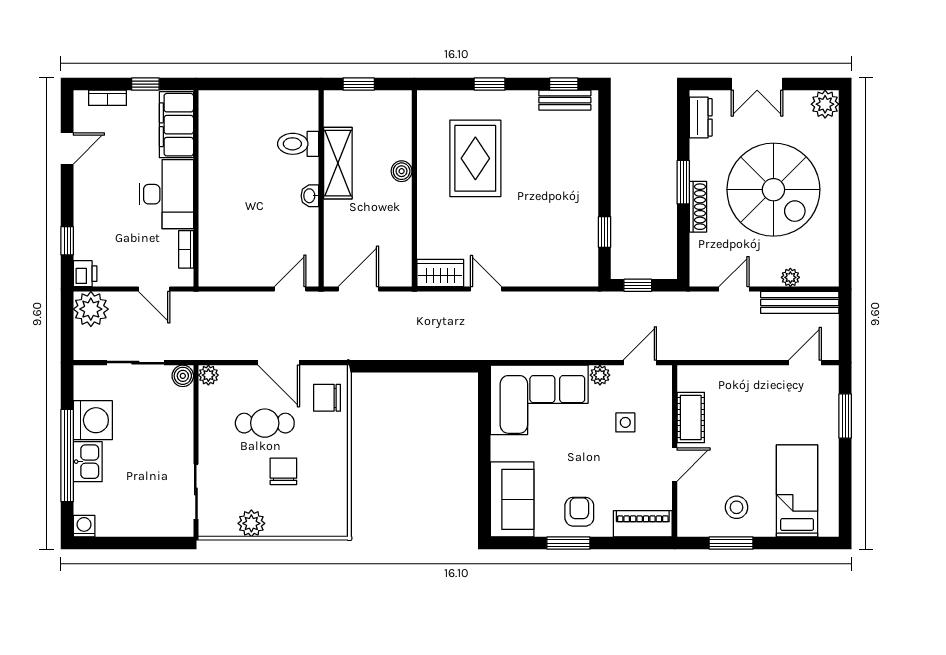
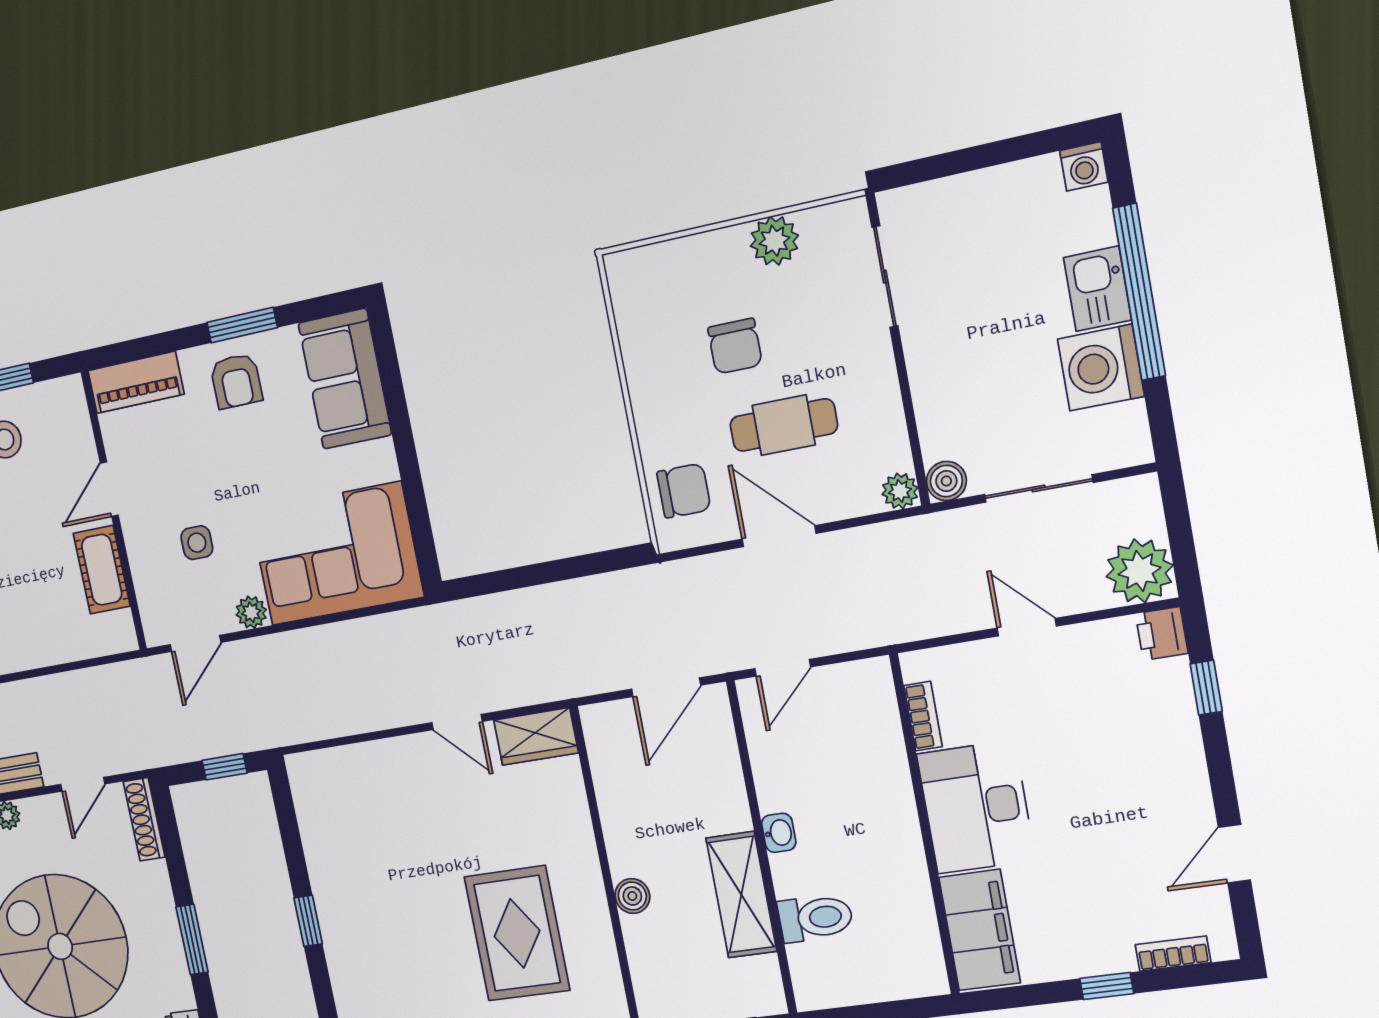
filing cabinet: (176, 125) -> (979, 930), moved
wall: (196, 188) -> (925, 825), moved
desk: (166, 194) -> (976, 807), moved
shoe rack: (698, 207) -> (144, 819), moved
window: (605, 232) -> (308, 921), moved
bookcase: (186, 249) -> (923, 716), moved

